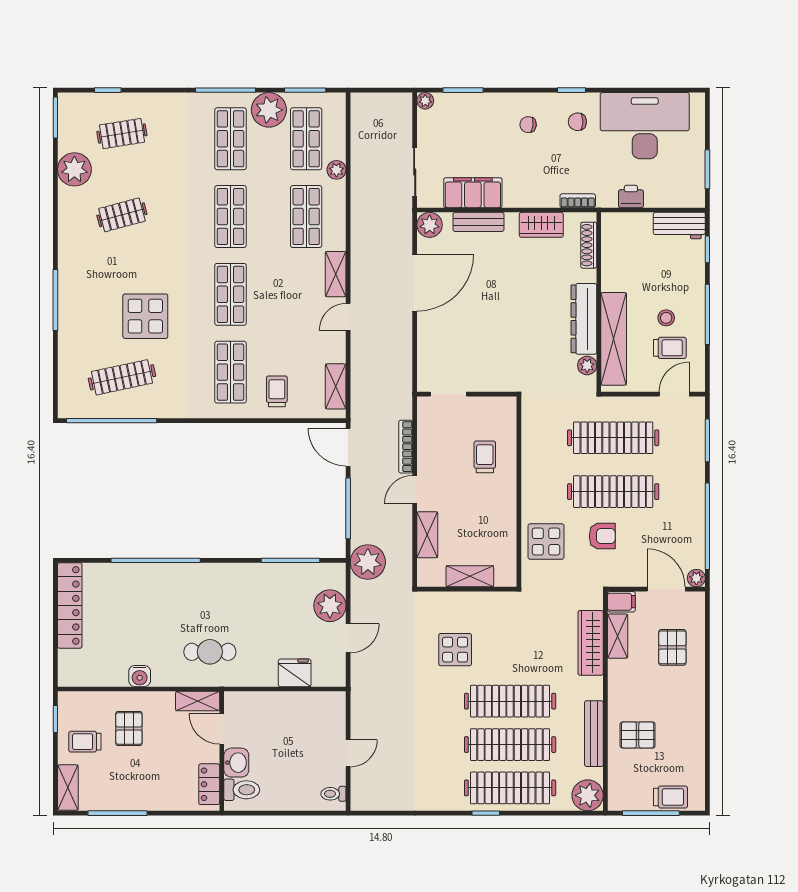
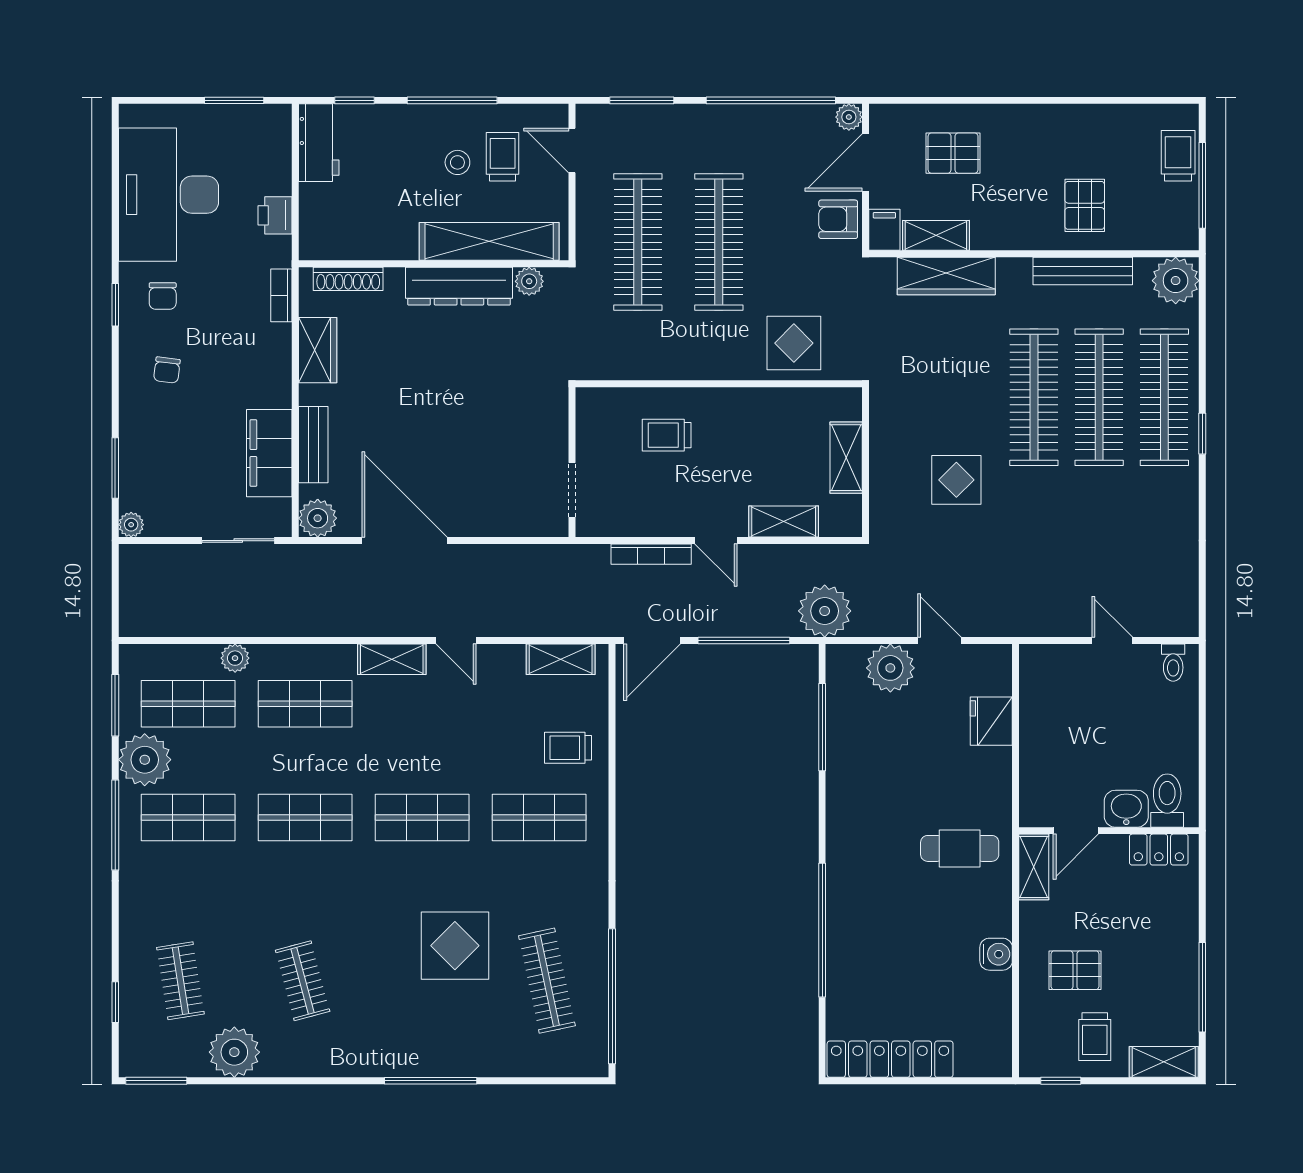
armchair: (602, 536) -> (838, 219), moved, turned -90
cafe table: (210, 652) -> (960, 848), turned 90

